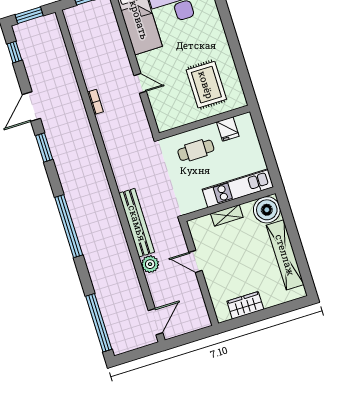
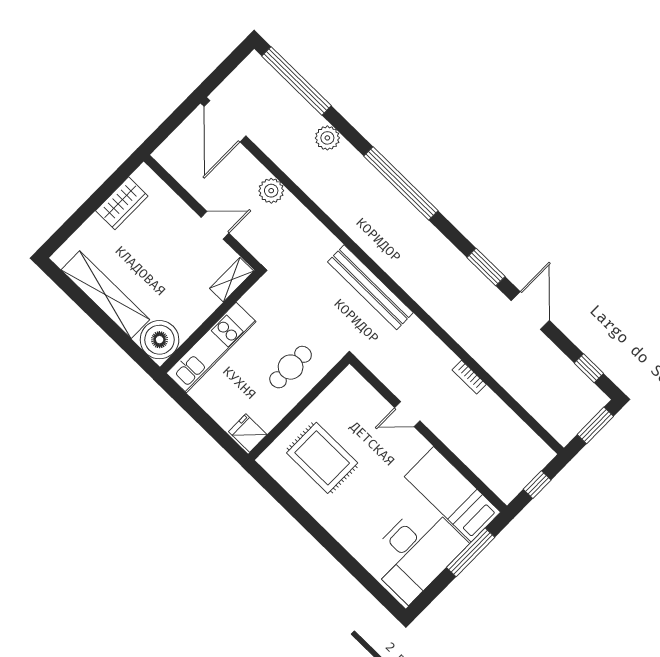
bookcase: (95, 102) -> (469, 377), moved
fridge: (228, 129) -> (248, 433), moved
shelving: (227, 215) -> (232, 280), moved
bench: (137, 223) -> (370, 287), moved
plant: (99, 278) -> (327, 138), added
door: (156, 322) -> (225, 121), width x1.36

